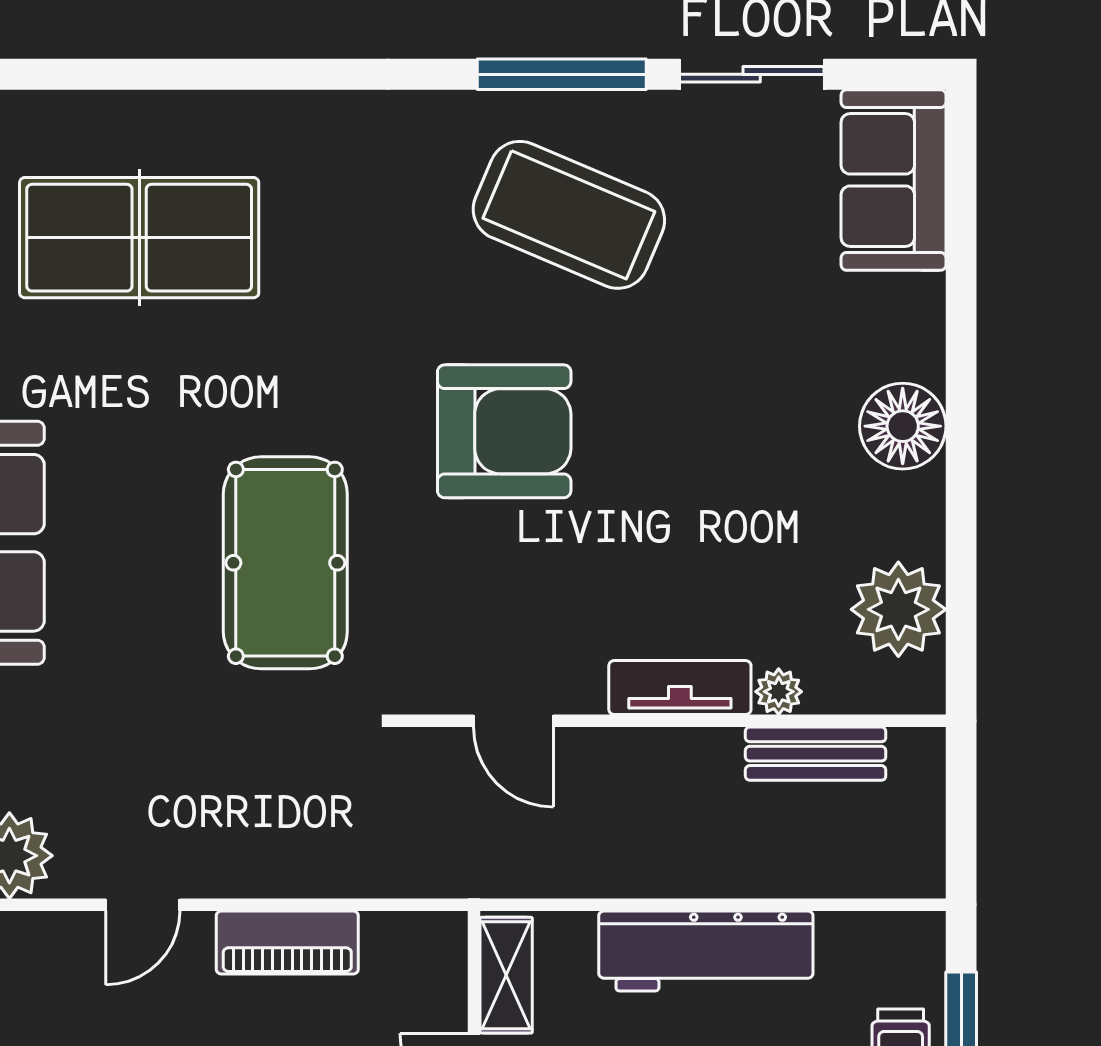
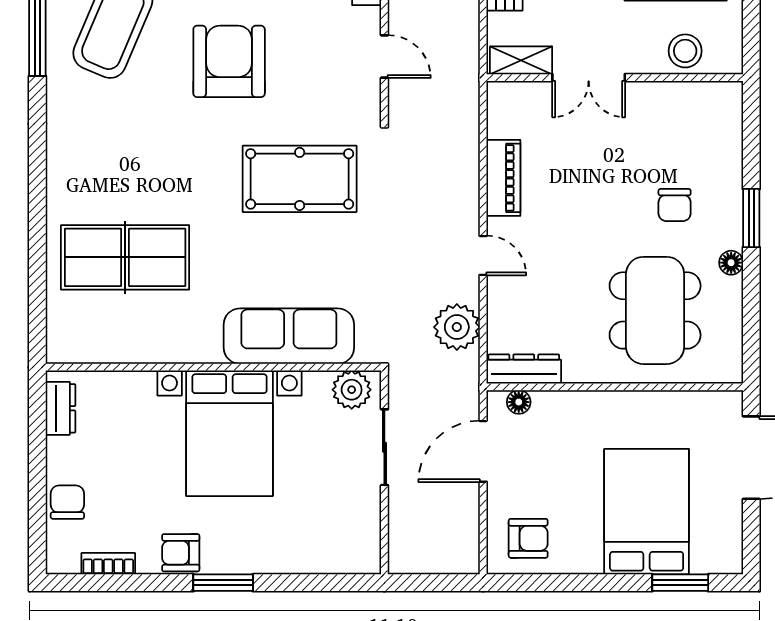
table tennis table: (139, 238) -> (125, 257), turned 90
door: (513, 721) -> (384, 57), hinge flipped

